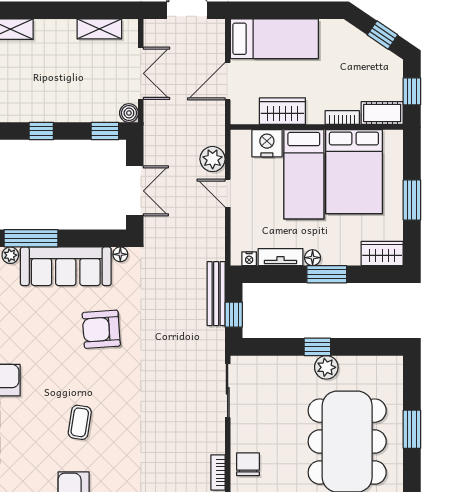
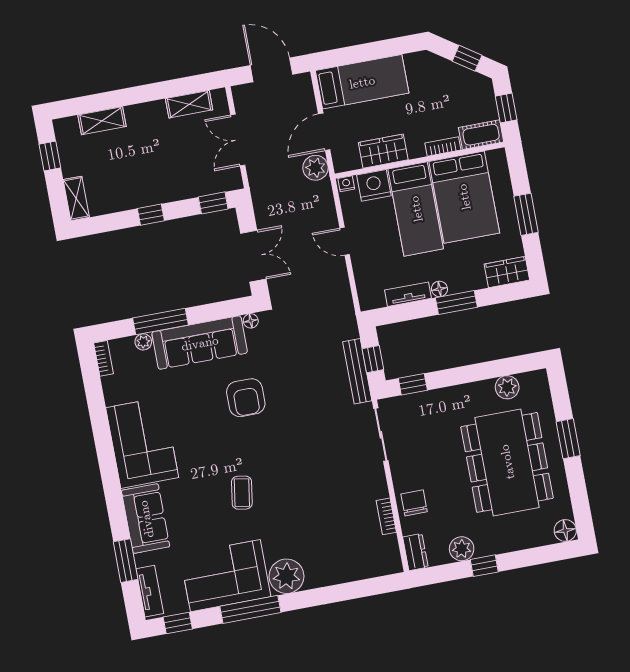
double door: (141, 73) -> (238, 140), swing flipped
boiler: (129, 113) -> (233, 181), removed
plant: (213, 159) -> (315, 168), moved
nightstand: (249, 259) -> (346, 184), moved, turned 180
bench: (216, 294) -> (357, 371), moved
armchair: (101, 329) -> (246, 398), turned -86
window: (317, 347) -> (413, 384), moved
plant: (326, 367) -> (507, 387), moved

